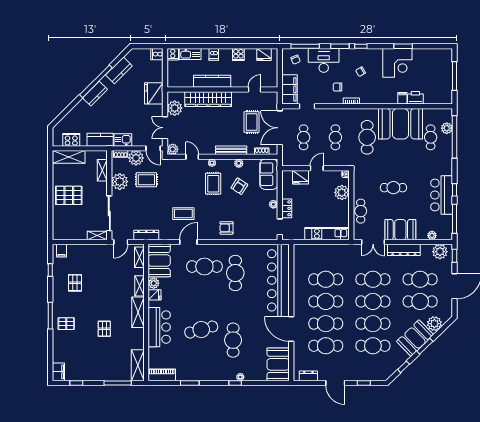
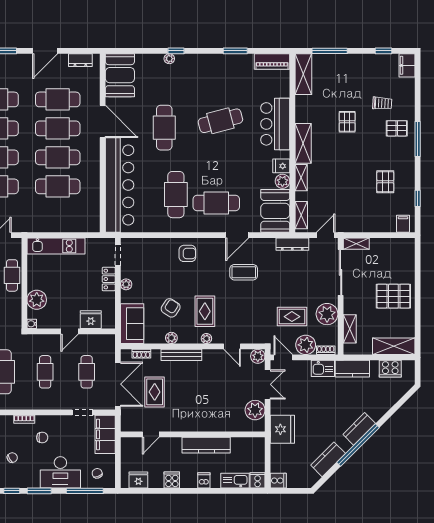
wardrobe: (208, 99) -> (211, 422), removed
cafe table: (233, 340) -> (164, 128), moved
trolley: (77, 343) -> (382, 103), added
door: (335, 383) -> (45, 51), swing flipped

